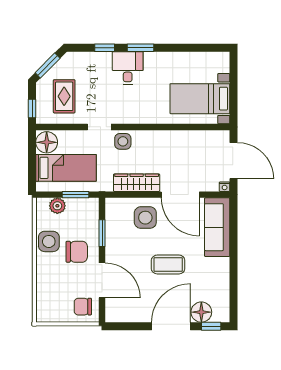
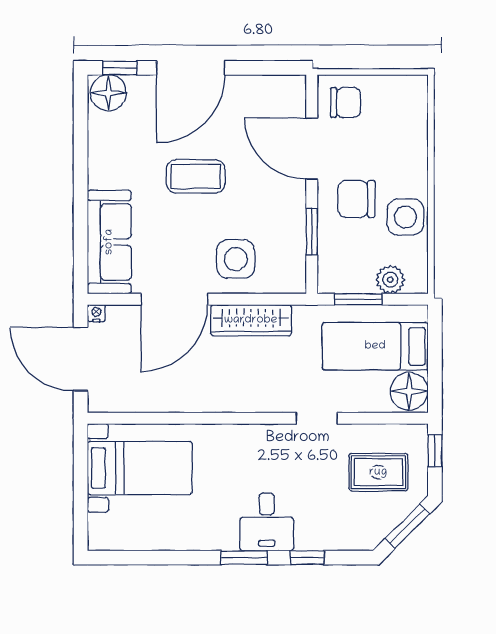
rug: (64, 96) -> (378, 472), turned 90
side table: (123, 141) -> (275, 393), removed
door: (180, 195) -> (174, 299), swing flipped
floor lamp: (201, 312) -> (108, 93), moved

